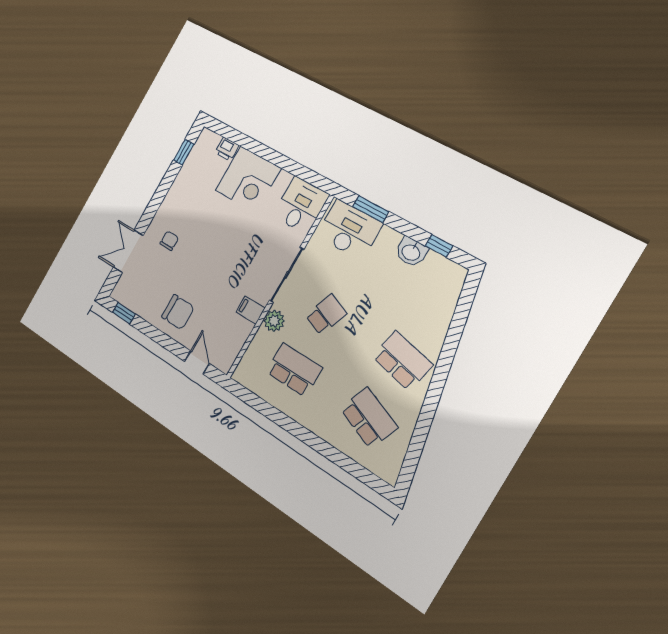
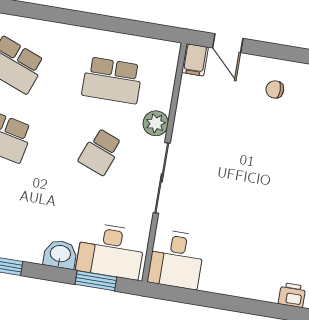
corner desk: (248, 179) -> (251, 268), removed
washbasin: (411, 252) -> (60, 254), moved
filing cabinet: (250, 310) -> (195, 60), moved, turned 90
chair: (178, 312) -> (275, 89), width x0.54, depth x0.54

